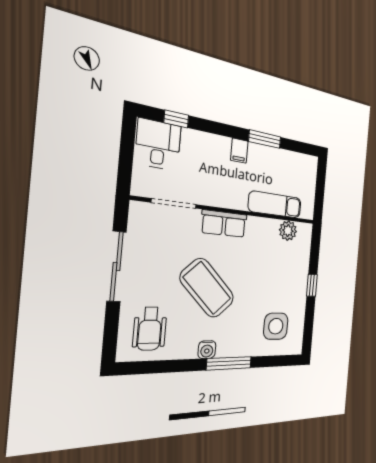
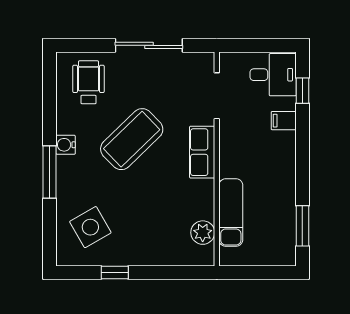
window: (265, 139) -> (302, 226), moved
filing cabinet: (239, 151) -> (284, 121), moved
window: (312, 285) -> (115, 273), moved
side table: (276, 326) -> (90, 227), turned -30
wheelchair: (150, 329) -> (89, 82), turned 90

